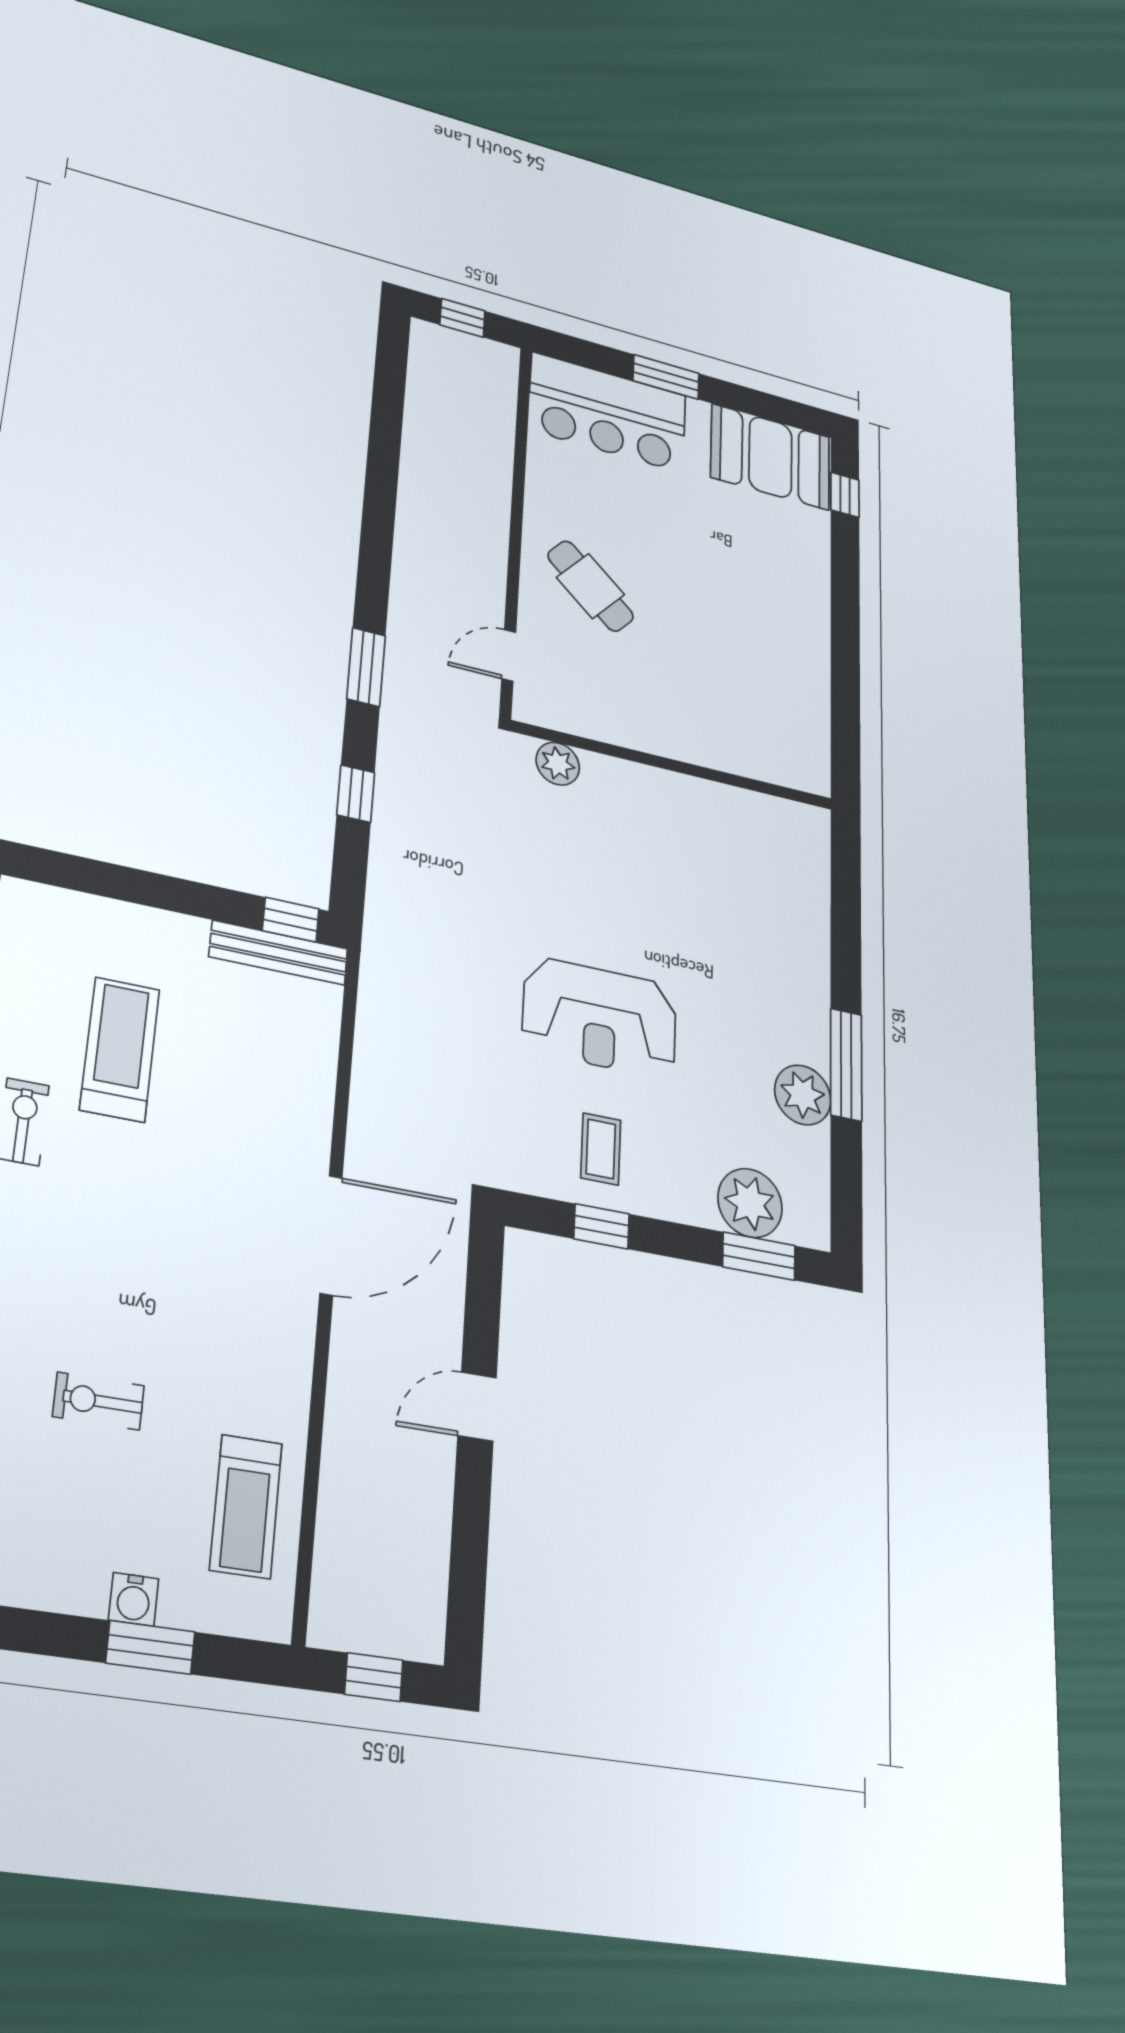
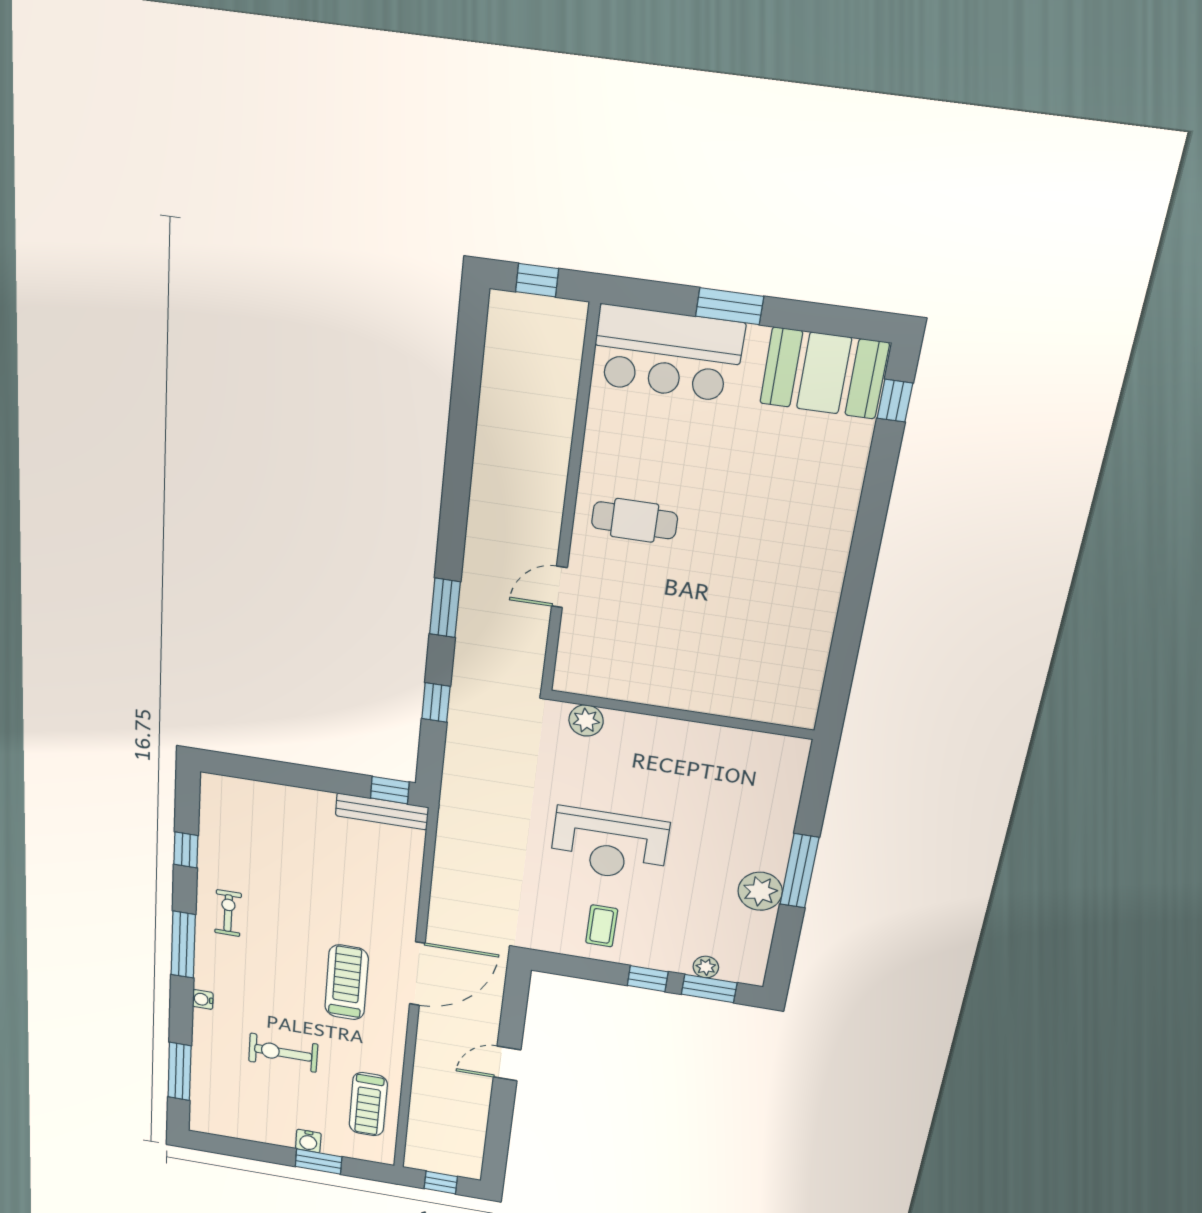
cafe table: (591, 586) -> (635, 520), turned -42
plant: (558, 764) -> (586, 720), moved
wall: (674, 766) -> (682, 715), moved
treadmill: (120, 1049) -> (347, 982), moved
plant: (750, 1203) -> (706, 967), width x0.53, depth x0.53
window: (601, 1226) -> (648, 979), moved
exercise bike: (99, 1401) -> (283, 1053), width x1.38, depth x1.39

